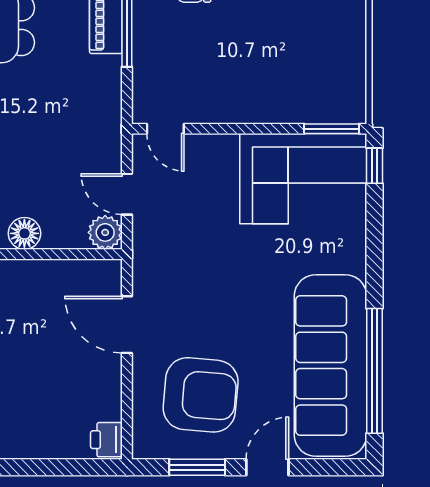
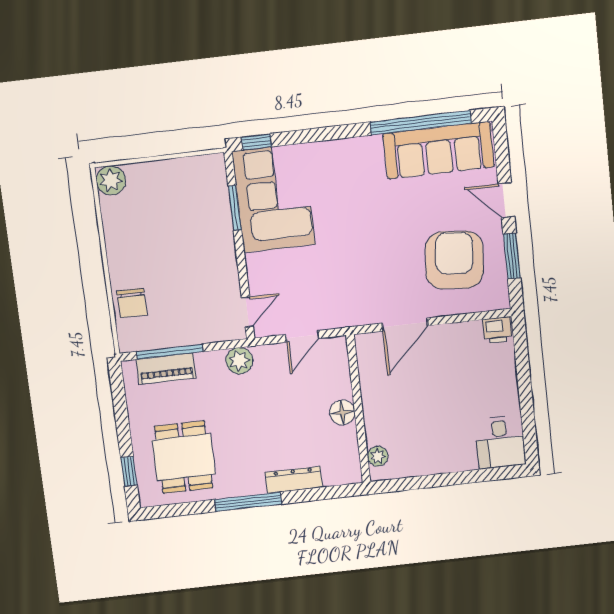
window: (332, 129) -> (235, 208), moved
plant: (105, 232) -> (239, 361), moved
sofa: (330, 365) -> (439, 150), width x0.74, depth x0.79

